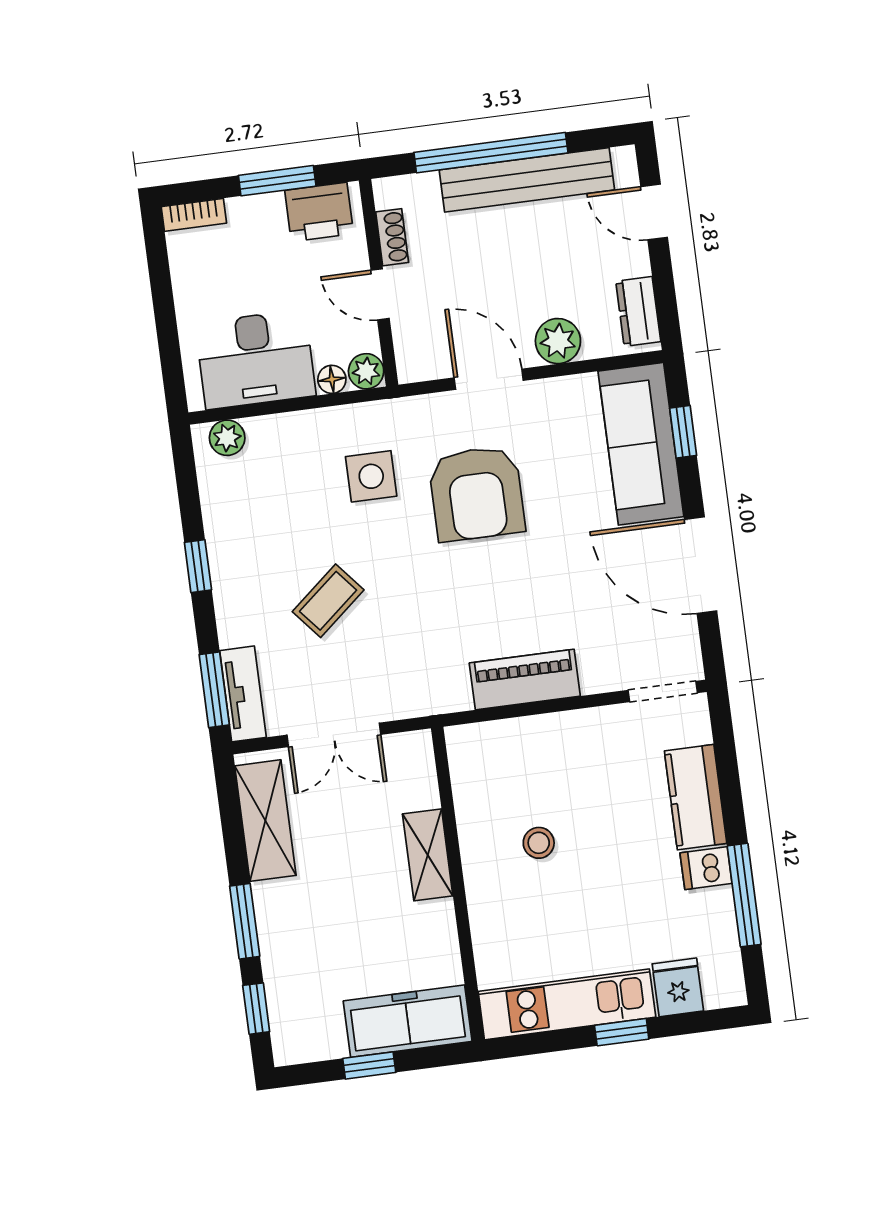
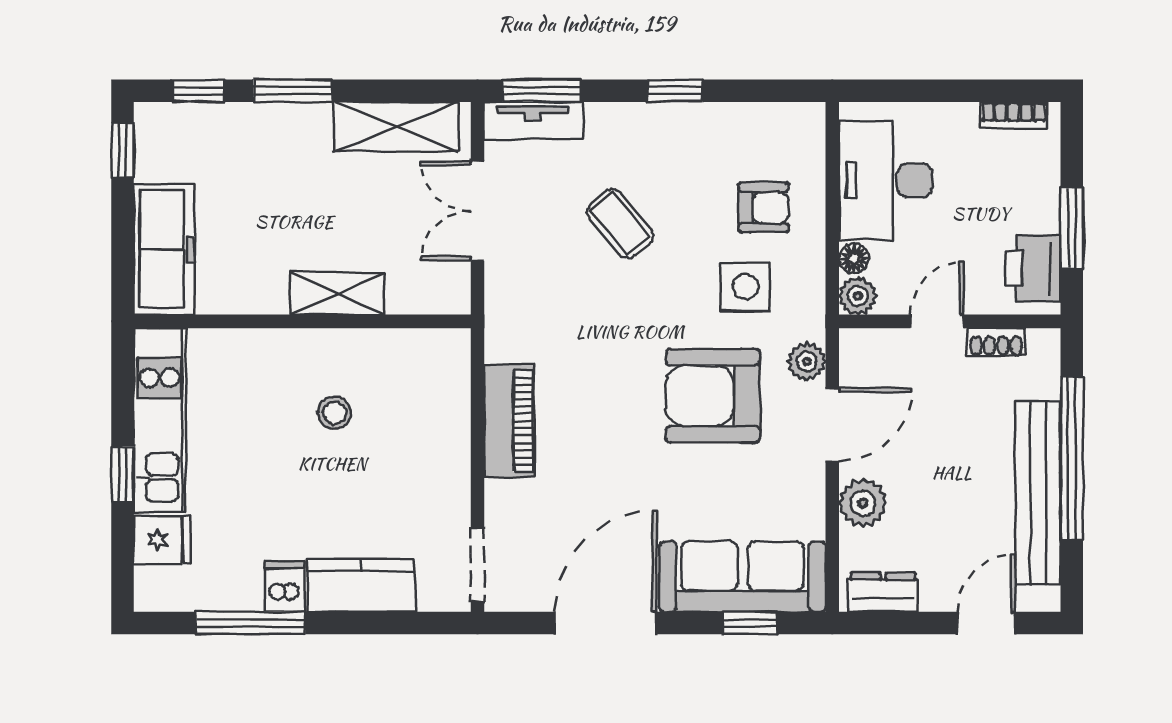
bookcase: (194, 215) -> (1014, 115), moved, turned -90
plant: (227, 438) -> (807, 362), moved
armchair: (296, 470) -> (763, 208), added
window: (369, 1065) -> (123, 151), moved

